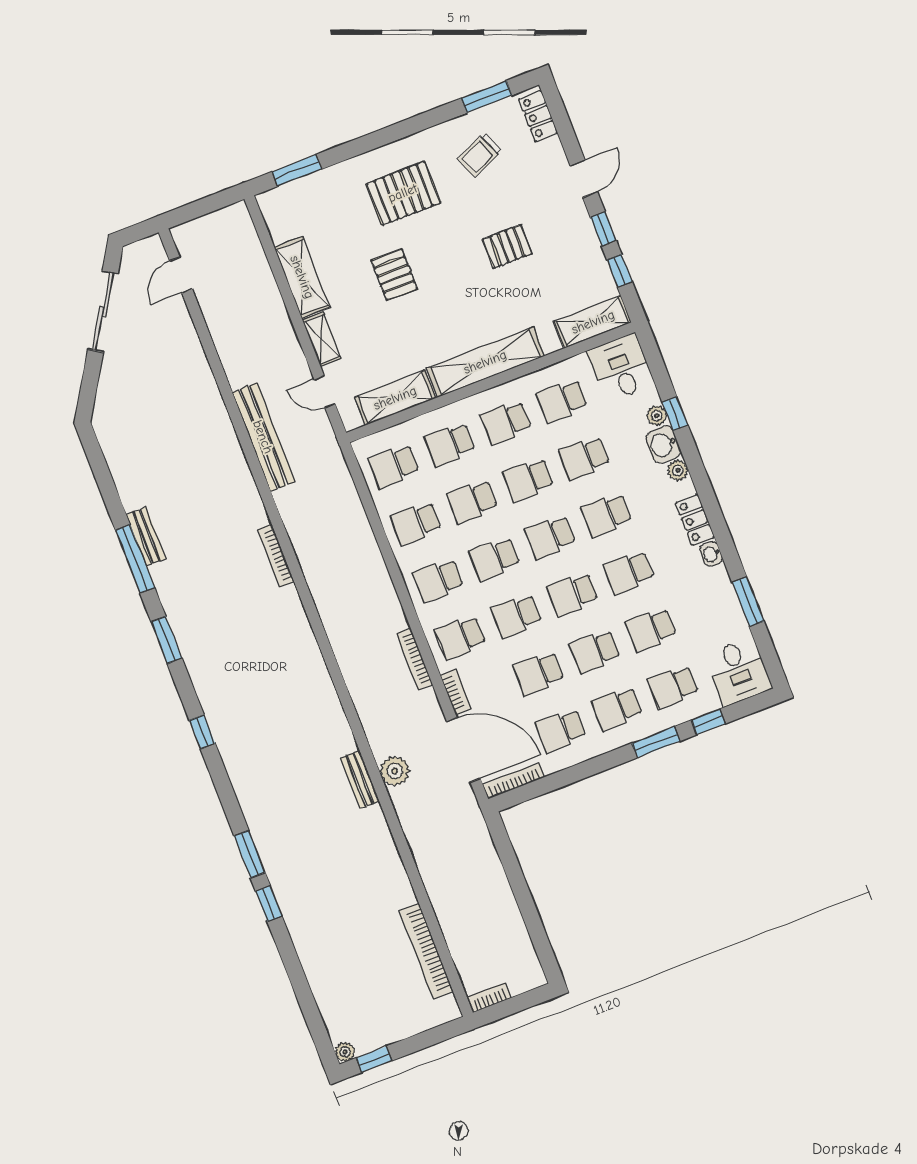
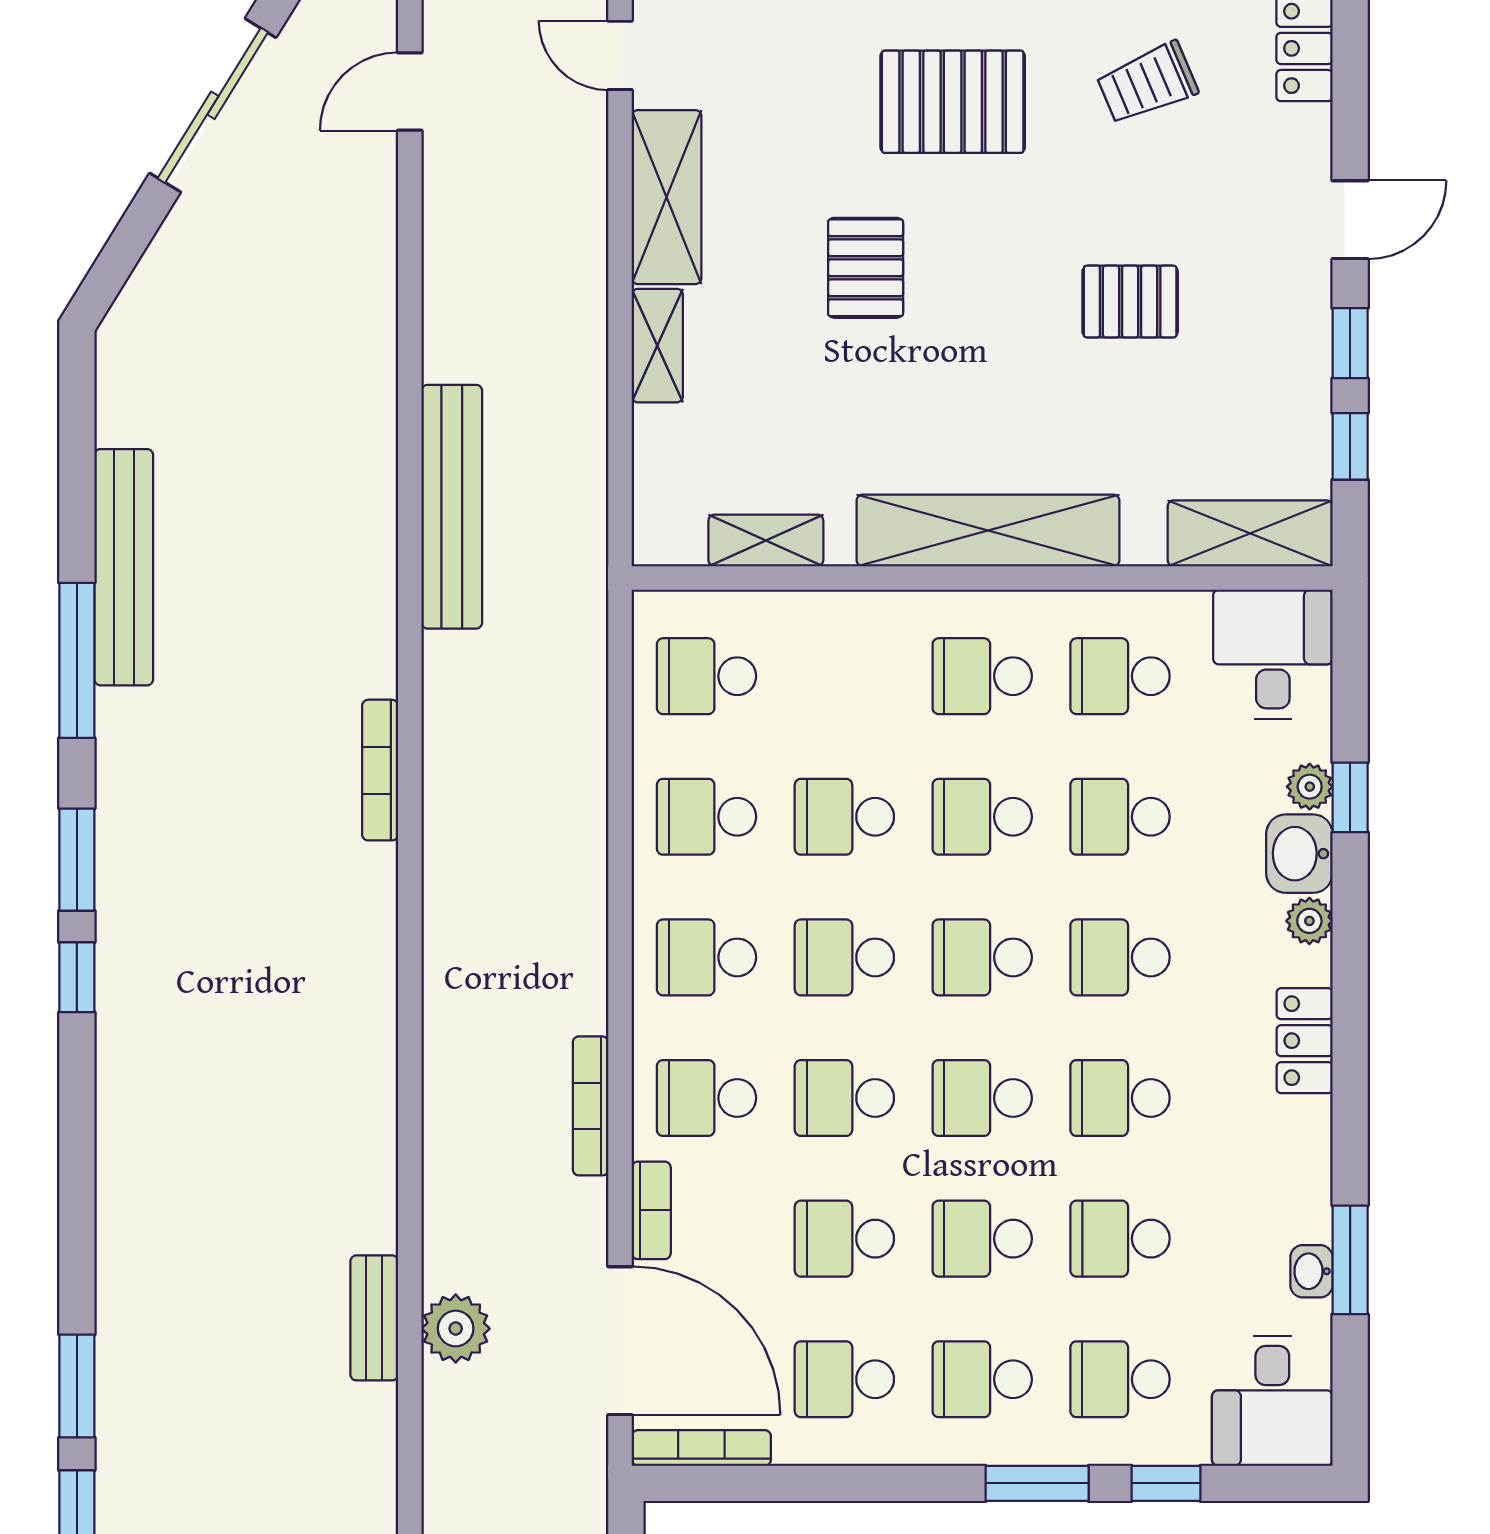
door: (325, 392) -> (620, 55), moved
shelving: (395, 398) -> (766, 540), width x0.67, depth x0.75
school desk: (450, 444) -> (844, 676), removed
bench: (146, 537) -> (124, 567), width x1.86, depth x1.21
washbasin: (711, 554) -> (1311, 1271), moved
window: (202, 732) -> (77, 977), moved

